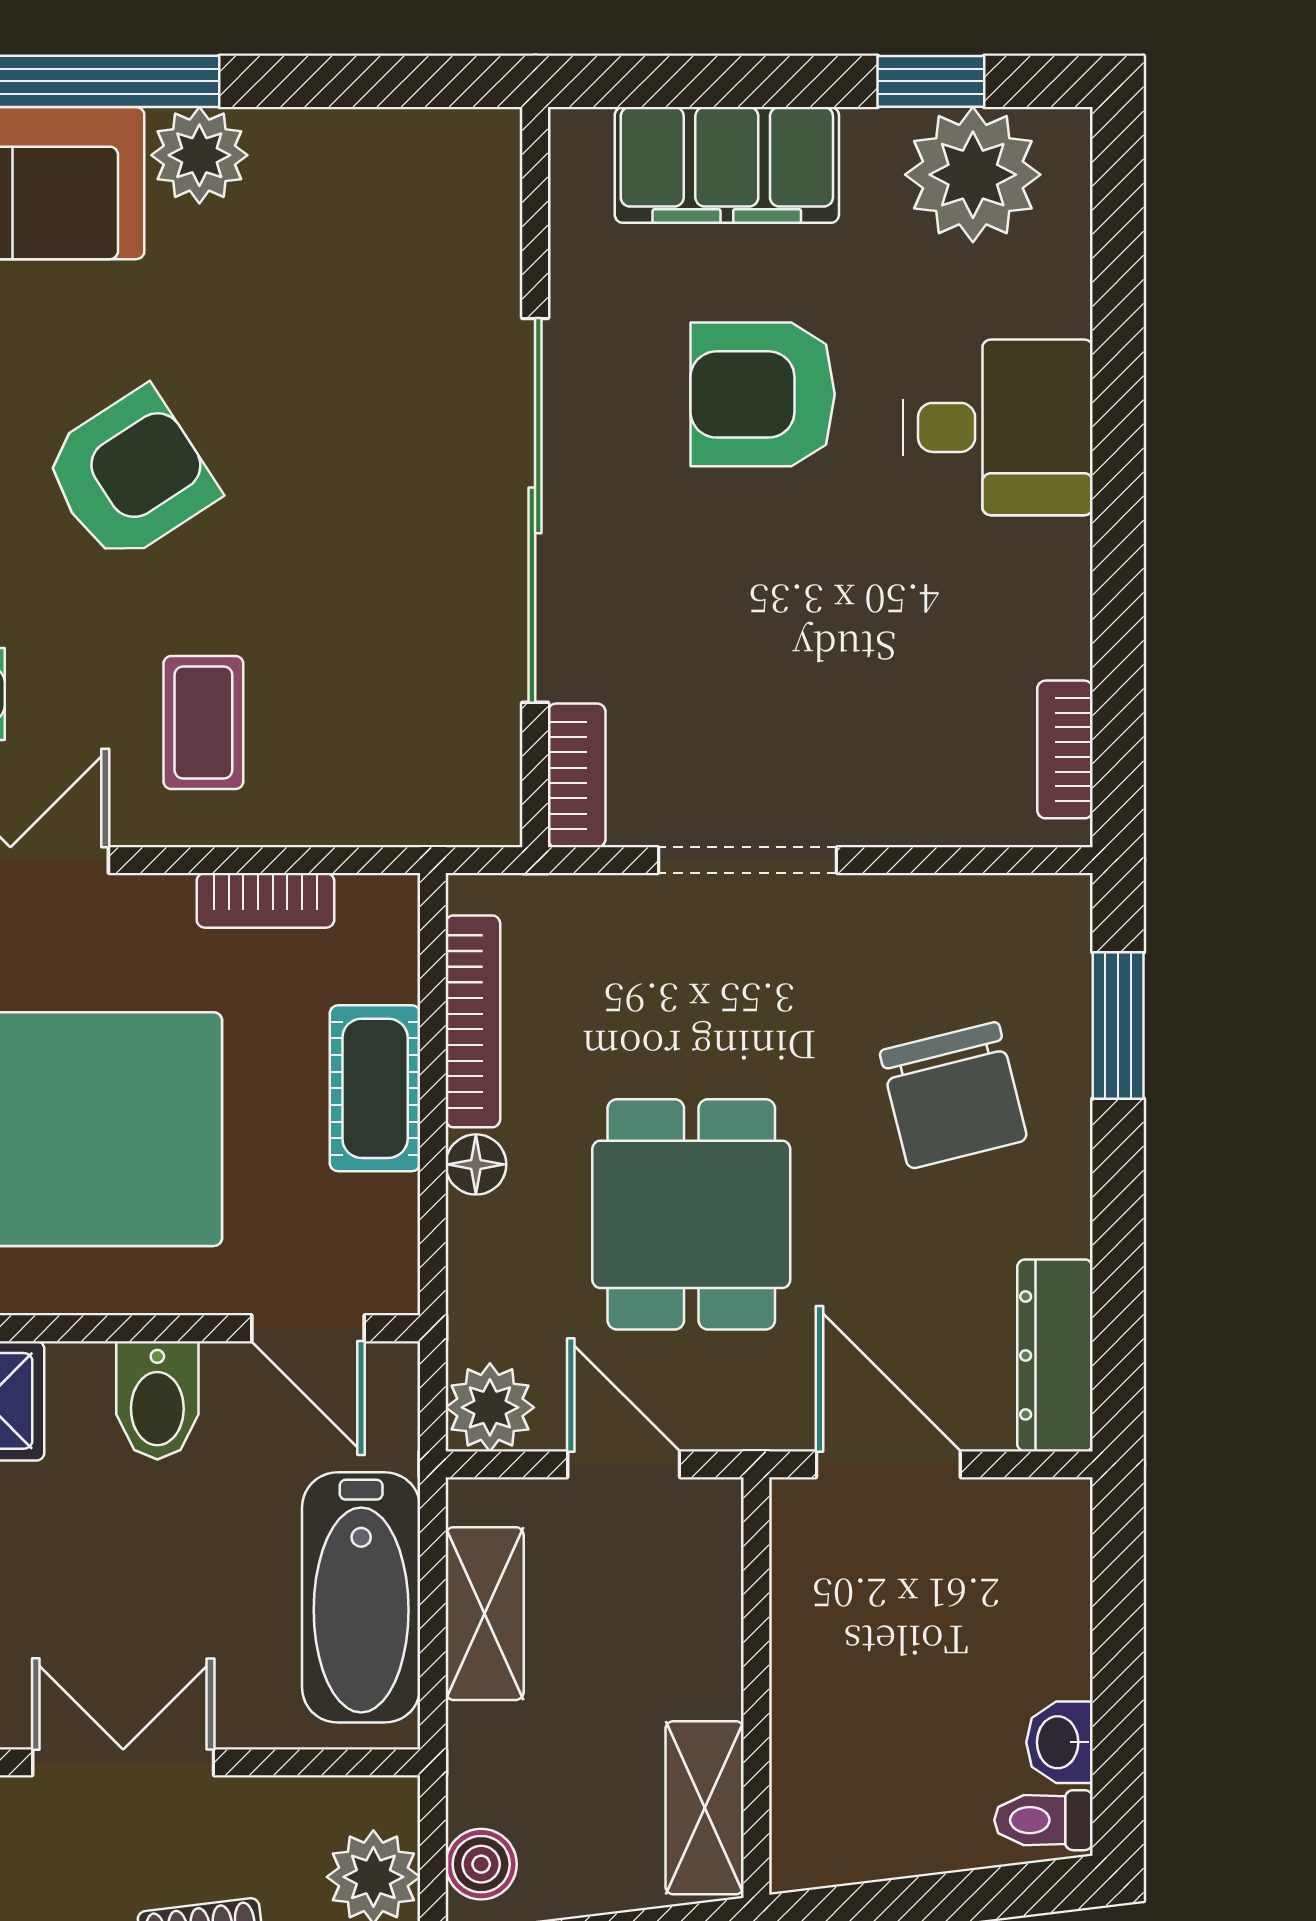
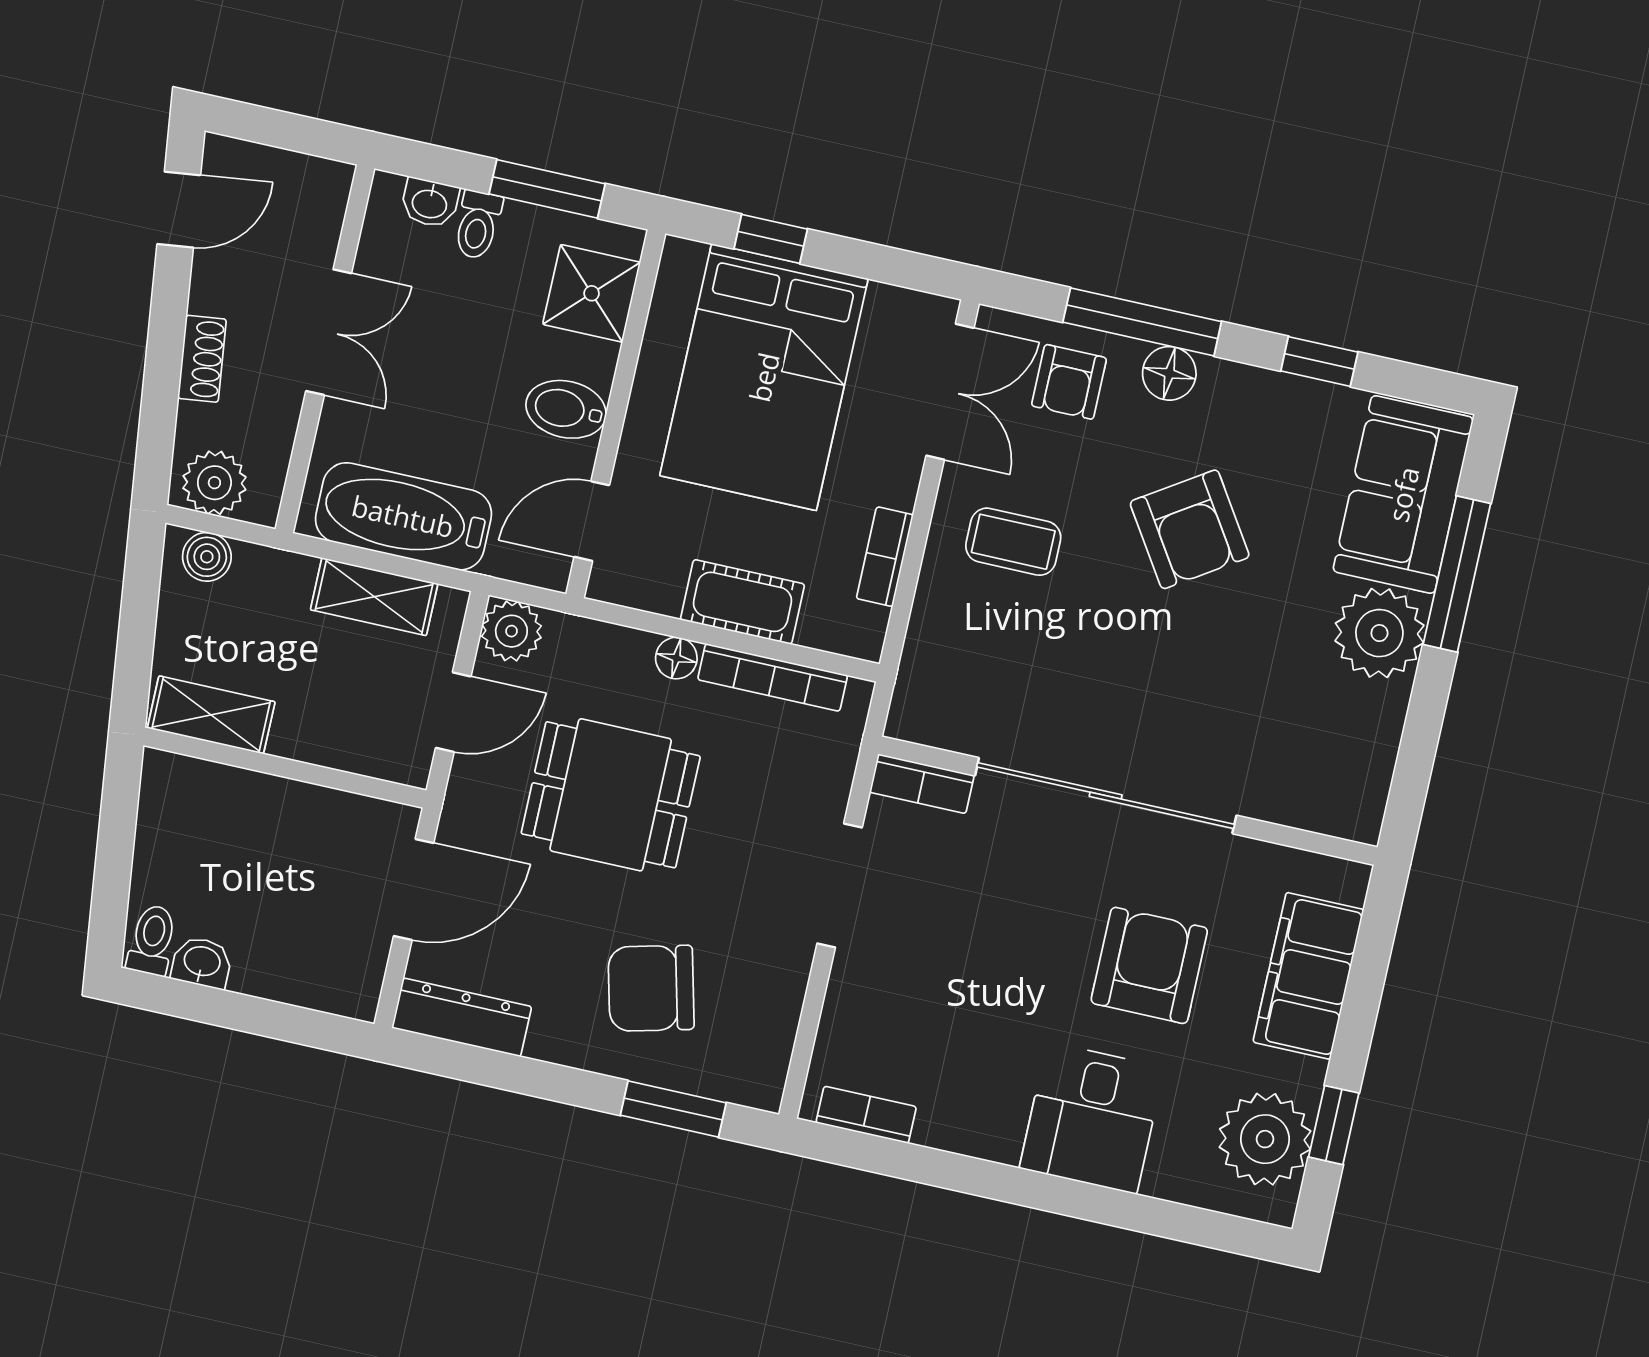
plant: (199, 155) -> (1379, 633), width x1.36, depth x1.36

